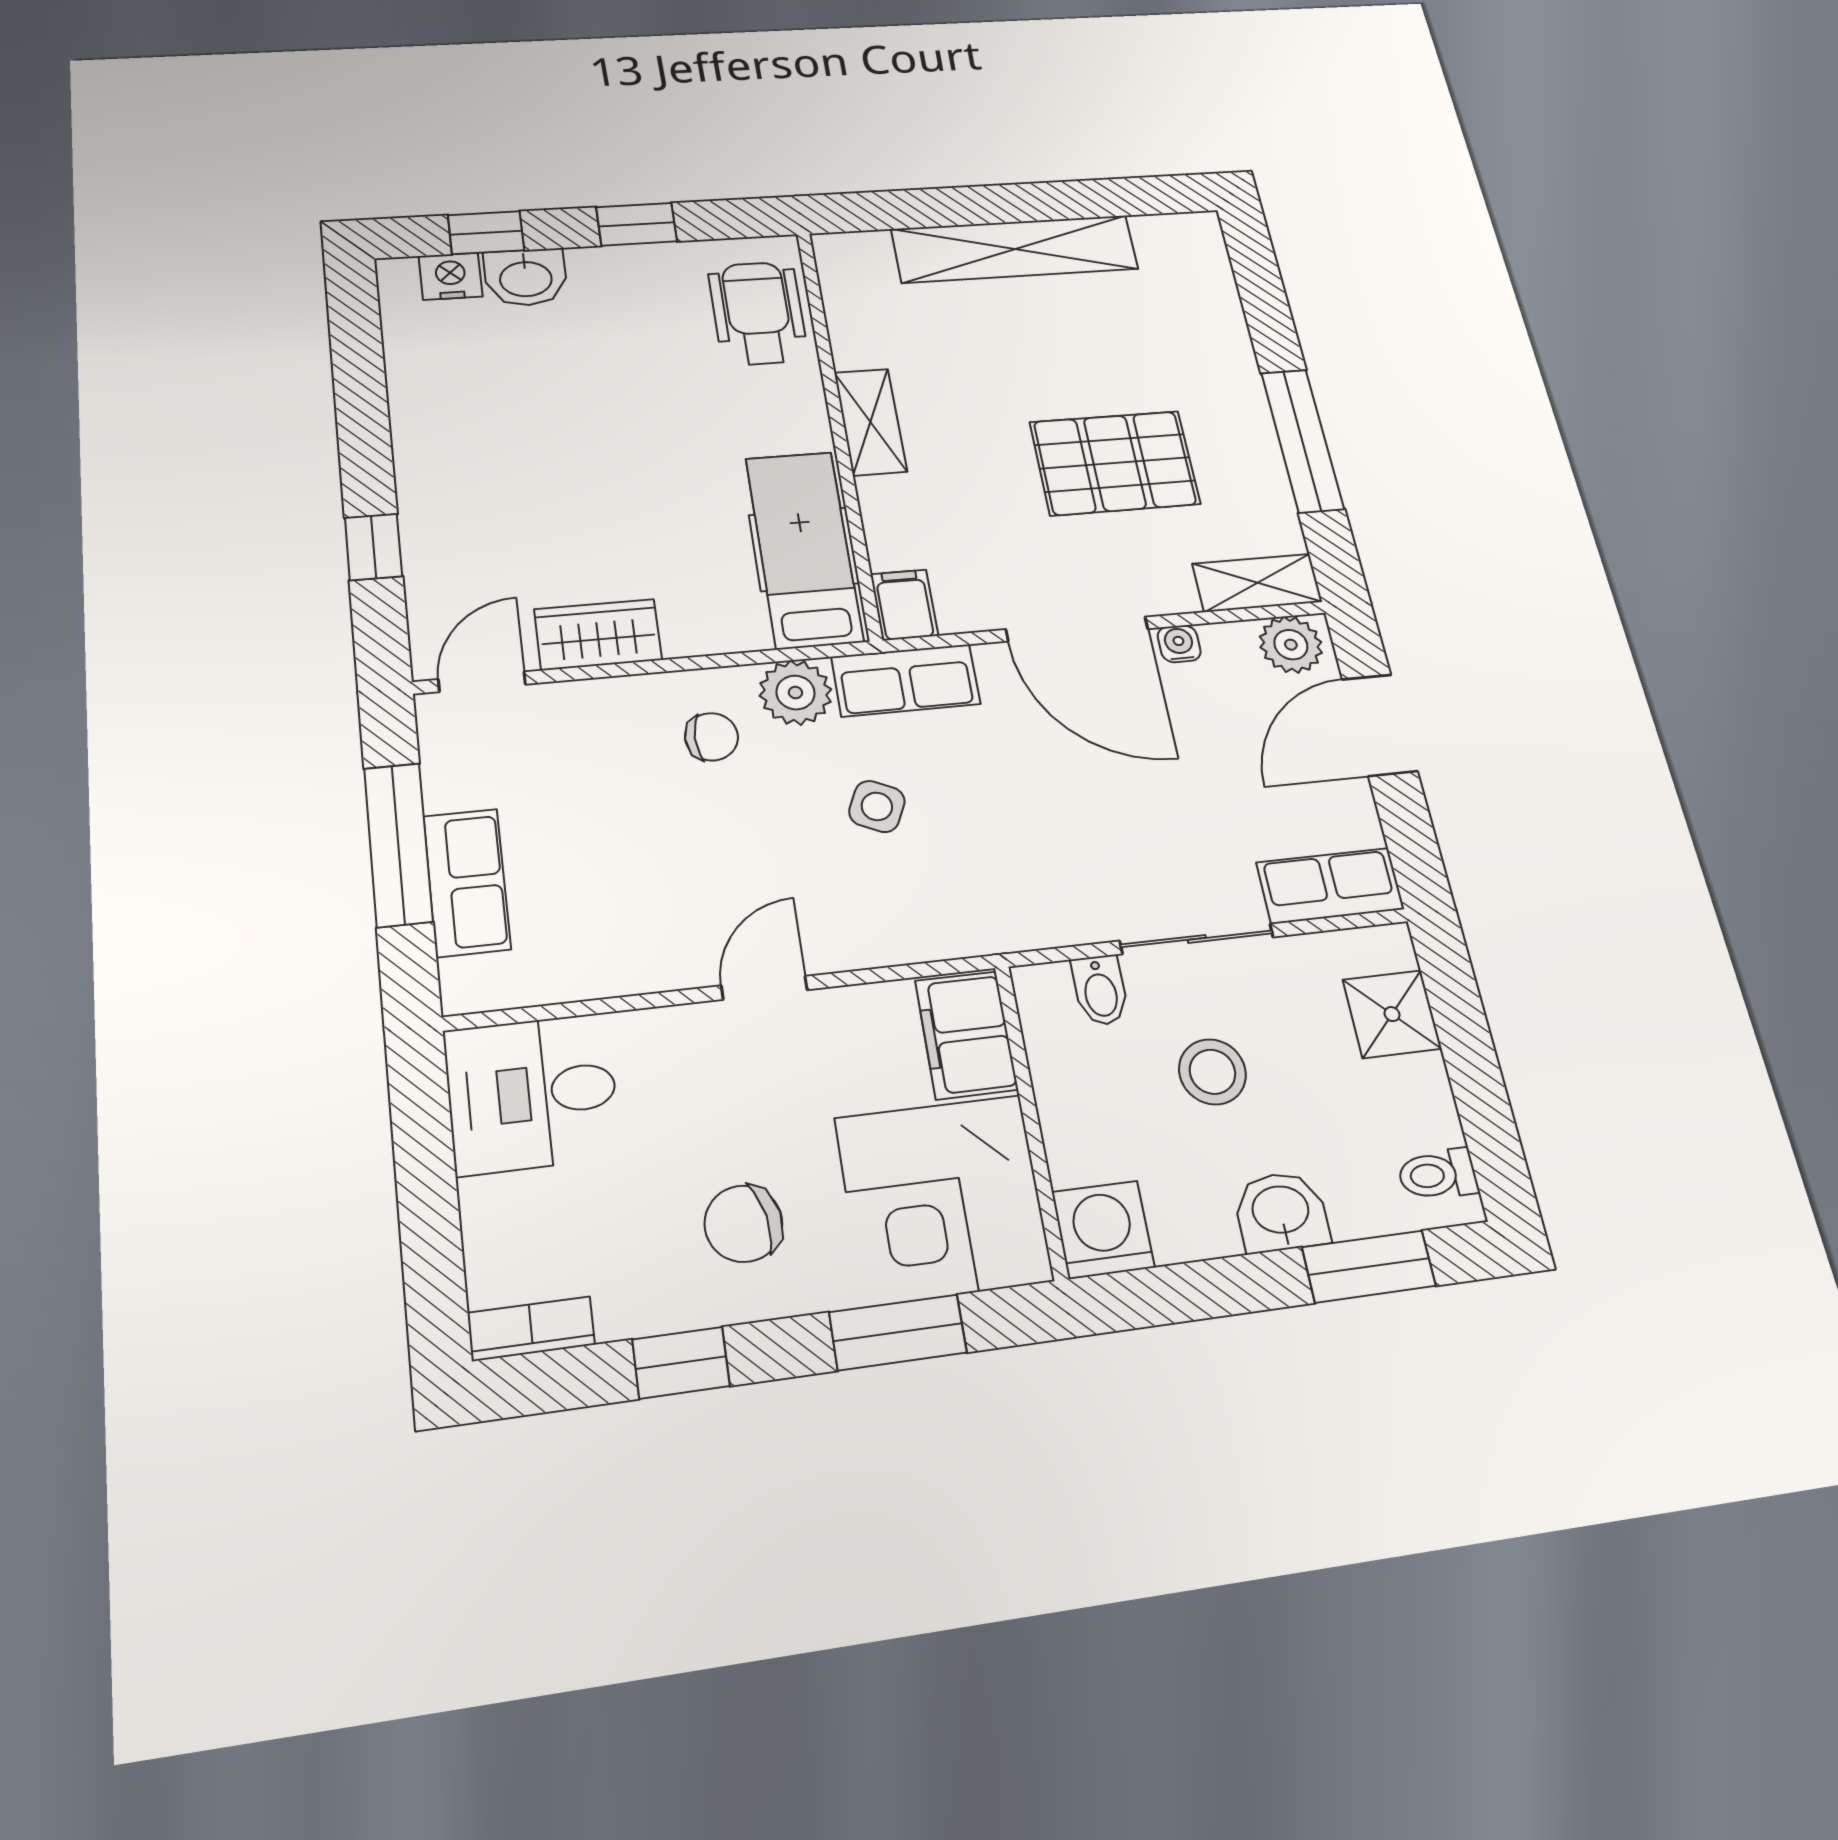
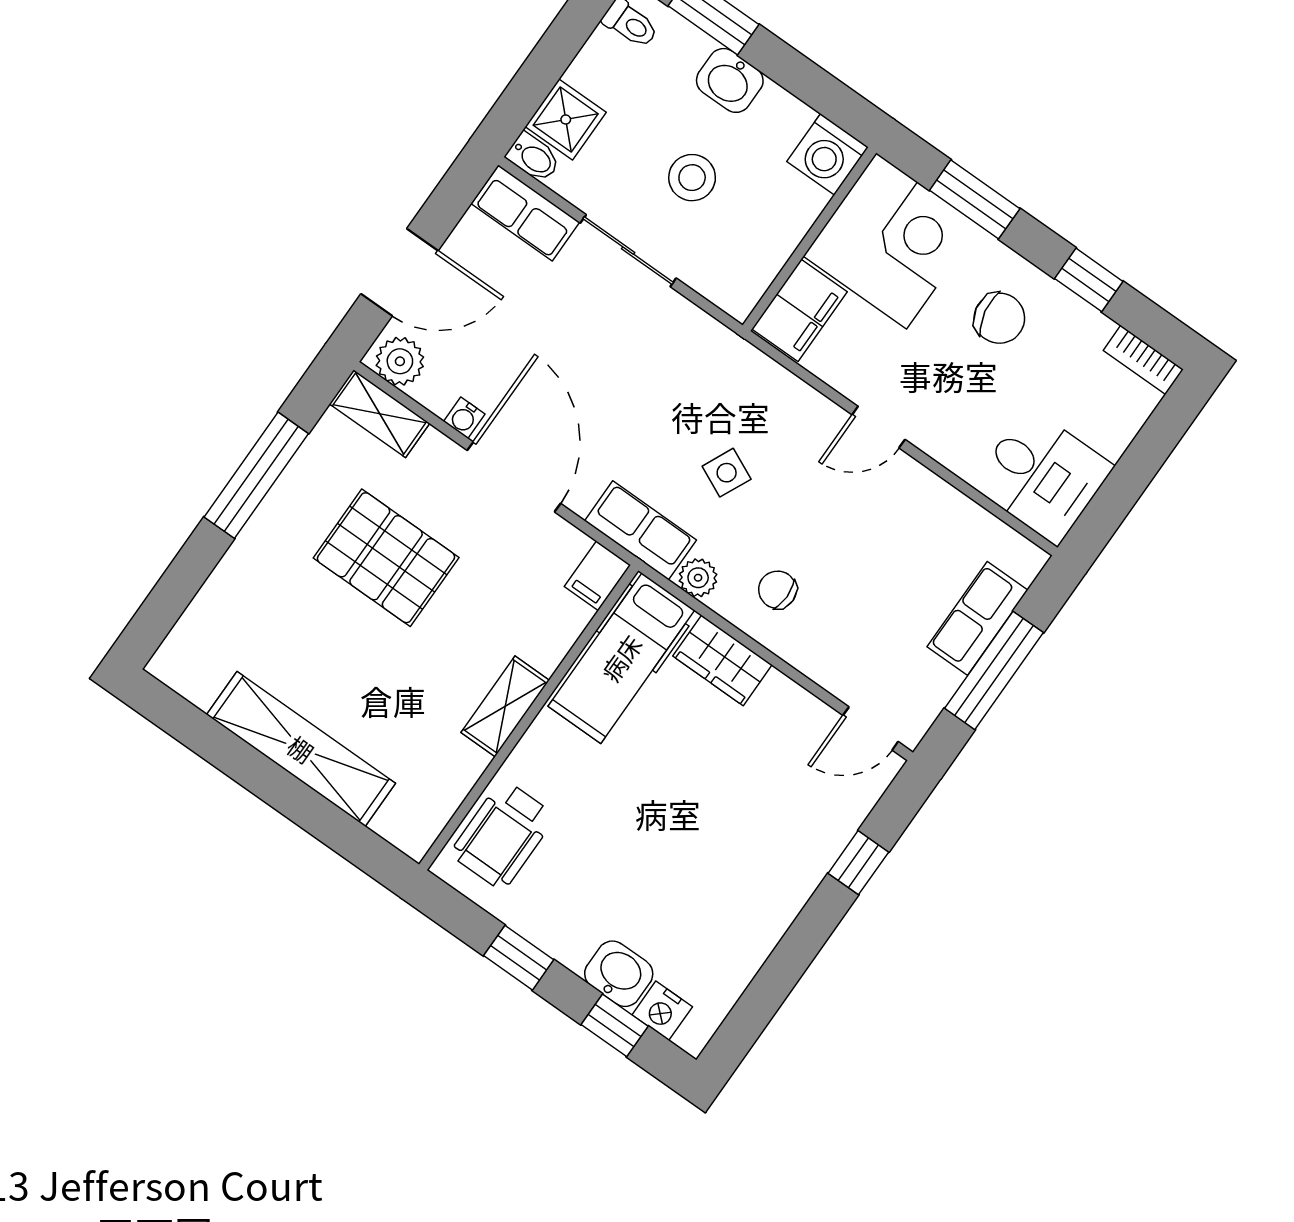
wardrobe: (598, 635) -> (722, 660), moved
plant: (795, 693) -> (698, 578), width x0.73, depth x0.73
bidet: (1100, 990) -> (533, 157), moved, turned 90

